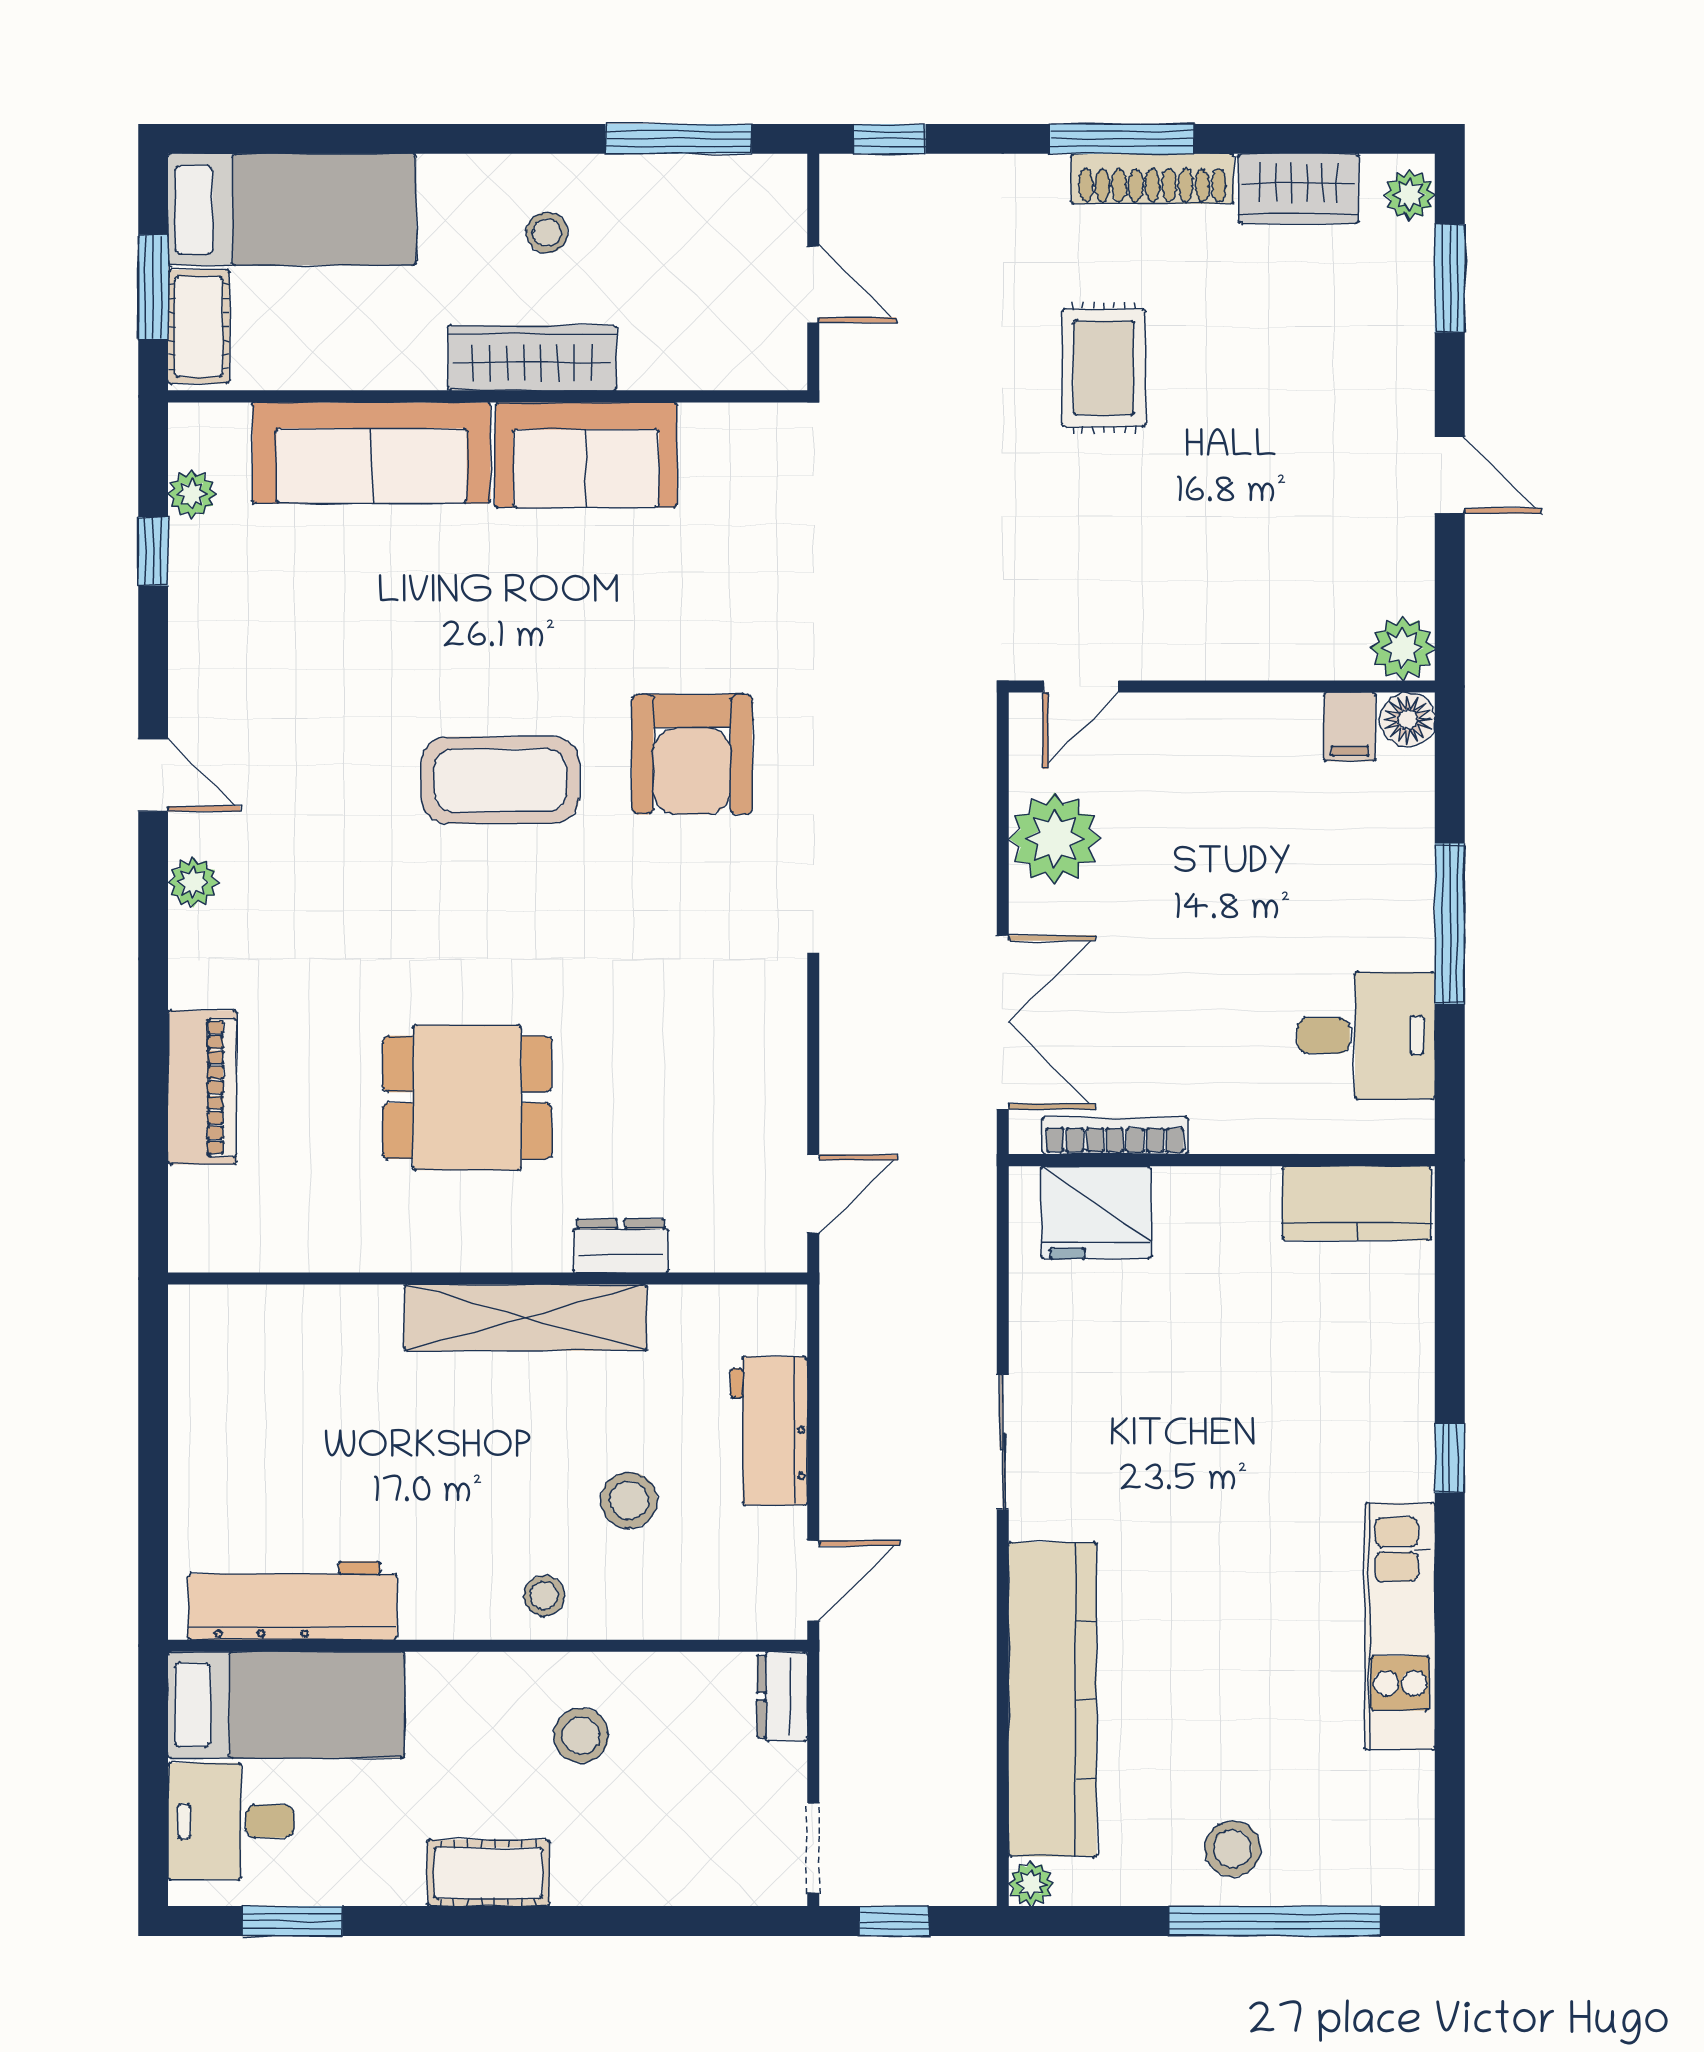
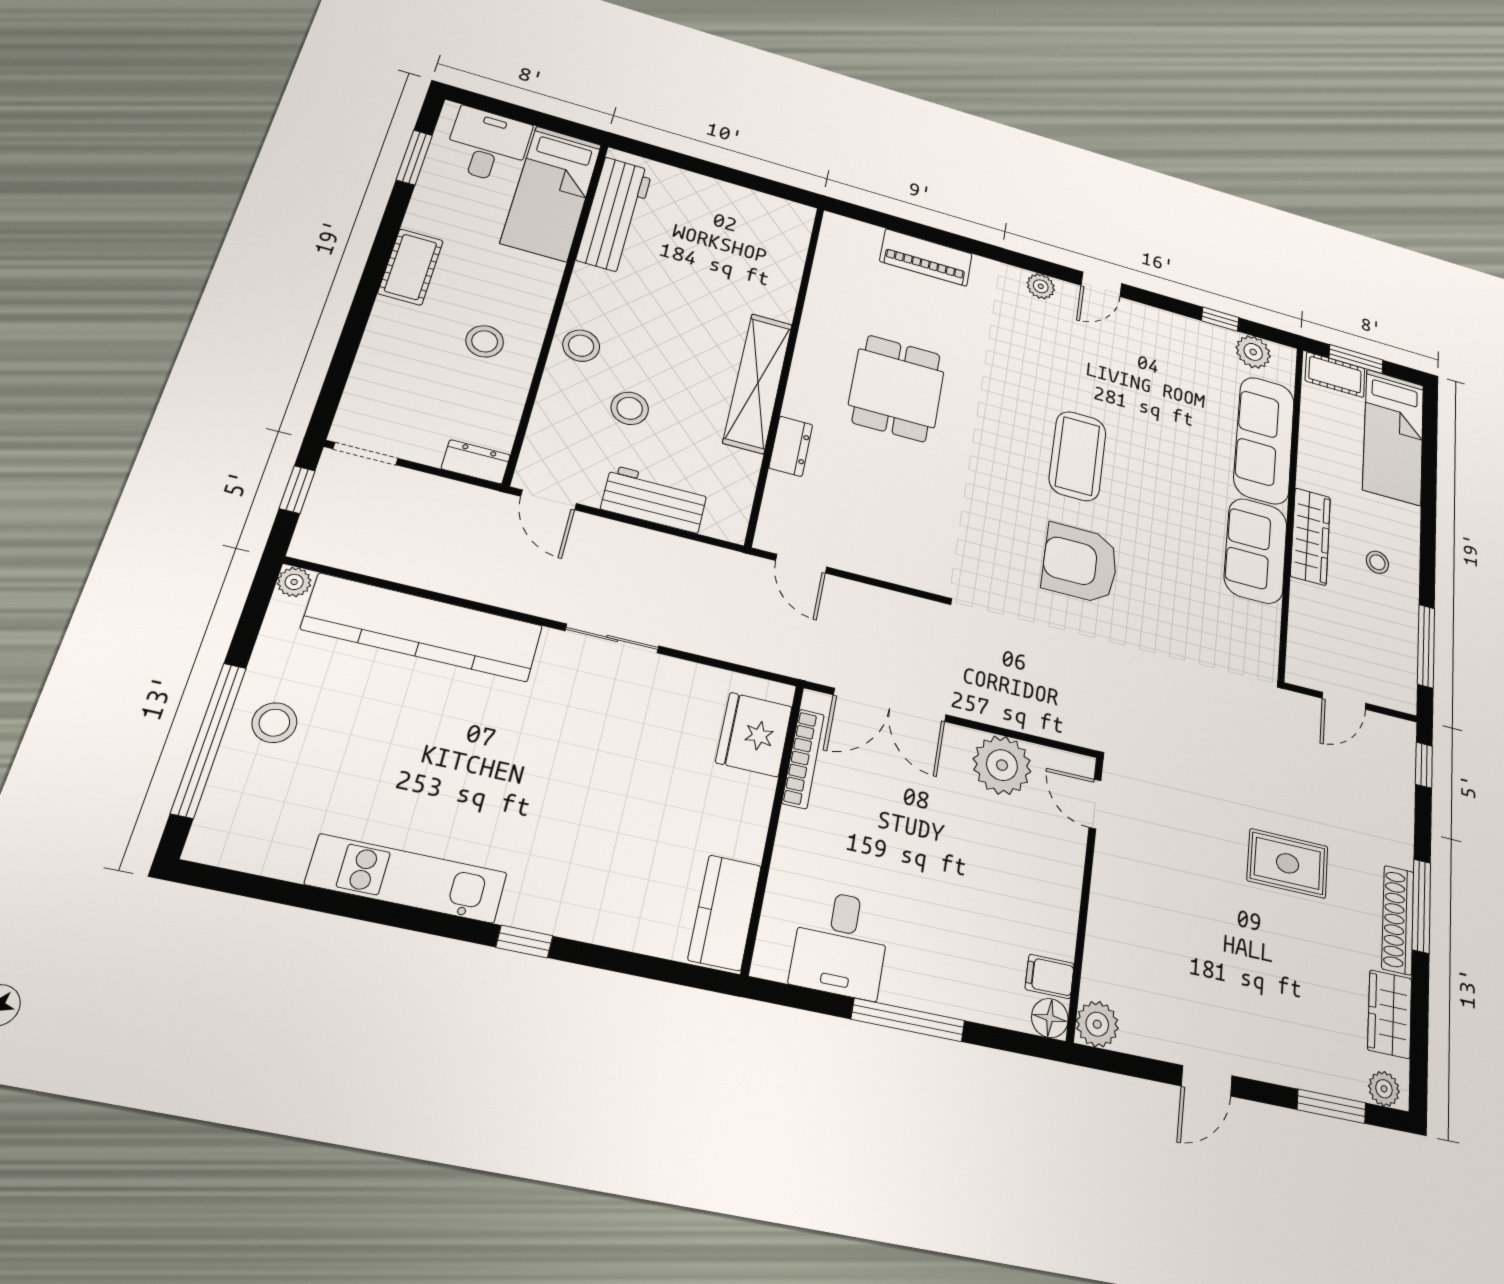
plant: (192, 494) -> (1253, 352), width x1.38, depth x1.38
stool: (544, 1596) -> (581, 346), width x1.37, depth x1.37

